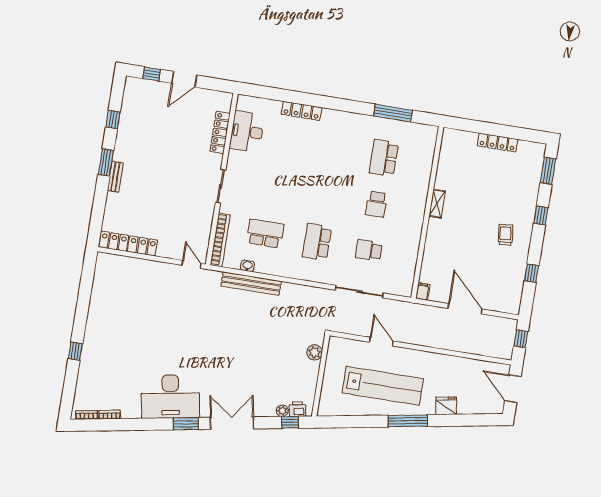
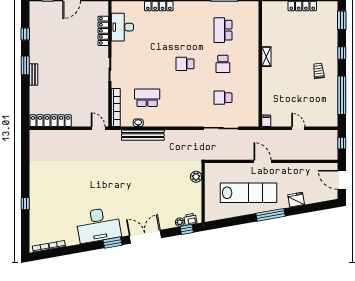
school desk: (317, 242) -> (185, 64), moved, width x0.54
window: (532, 273) -> (342, 95), width x3.17
door: (465, 309) -> (298, 128), width x0.53
door: (381, 342) -> (262, 161), moved

